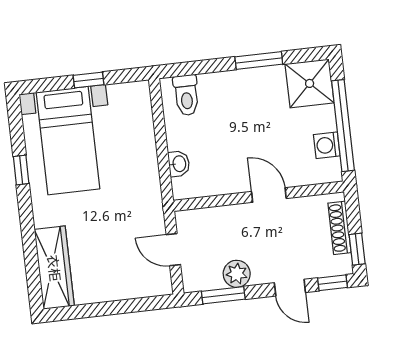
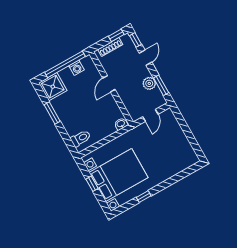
bed with nightstands: (68, 141) -> (119, 175), width x1.36
washbasin: (179, 164) -> (121, 124), moved
wardrobe: (54, 268) -> (180, 164), removed

